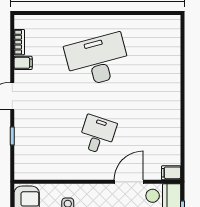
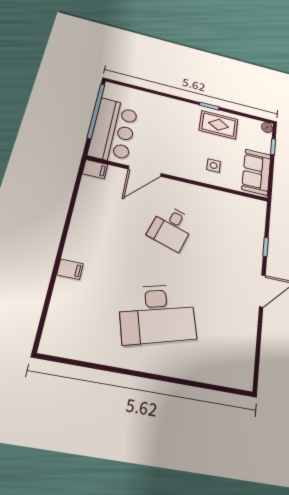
bookcase: (19, 42) -> (249, 355), removed
filing cabinet: (23, 63) -> (70, 269), moved, turned 180

